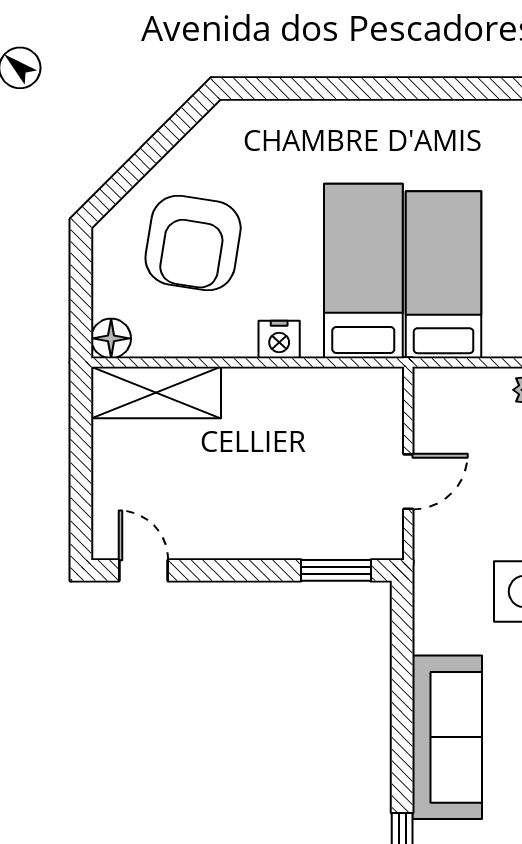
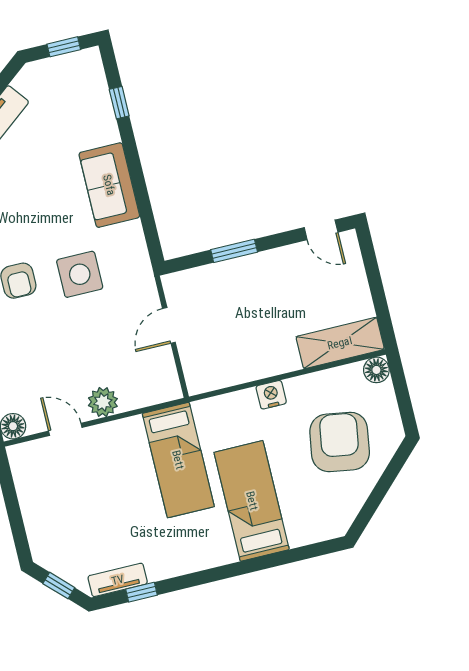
bed: (363, 271) -> (252, 501), moved, turned 180
window: (336, 570) -> (234, 251), moved
sofa: (447, 737) -> (109, 185), width x0.73

